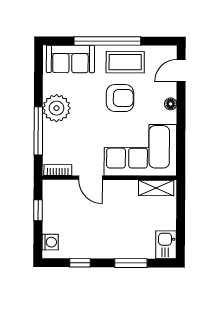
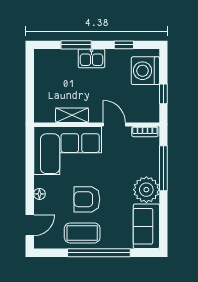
sofa: (70, 59) -> (146, 226), moved, turned -90
shelving: (156, 188) -> (72, 115), moved
washing machine: (50, 242) -> (145, 71), width x1.89, depth x1.89
kitchen sink: (166, 245) -> (91, 58), moved, turned 90

